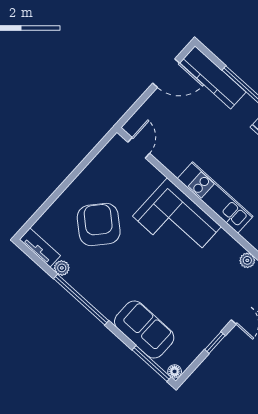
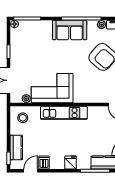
corner sofa: (177, 221) -> (52, 88), moved
sofa: (144, 330) -> (70, 30), moved

